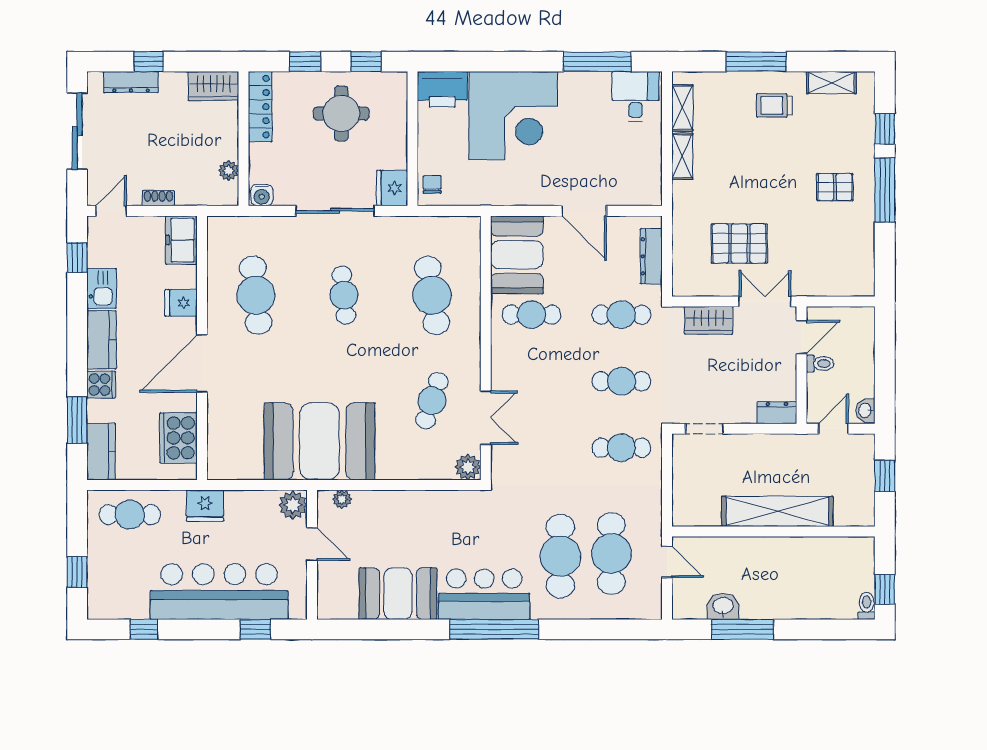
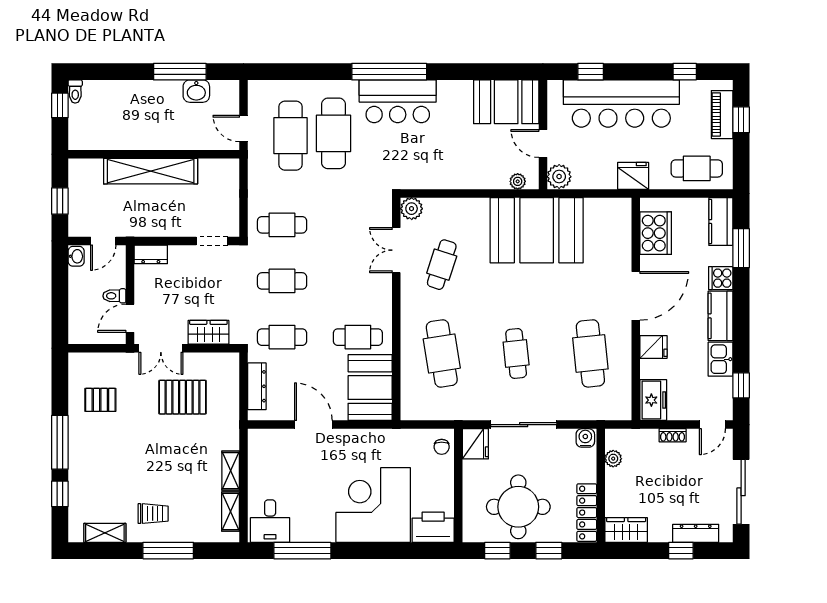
round table: (341, 113) -> (518, 507), width x1.36, depth x1.36
pallet: (835, 187) -> (100, 400), moved
piano: (100, 578) -> (722, 115), added
booth: (398, 594) -> (506, 102), moved

